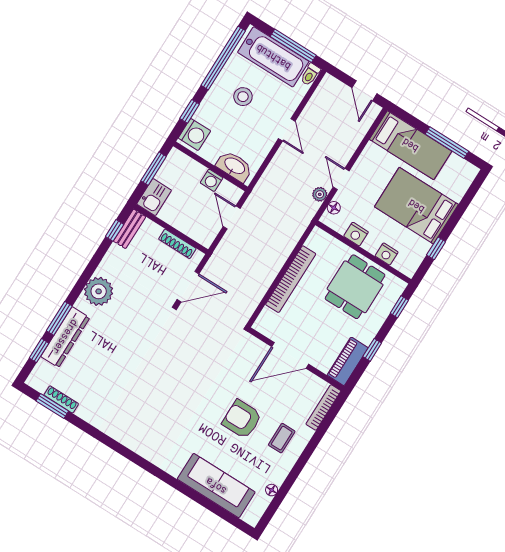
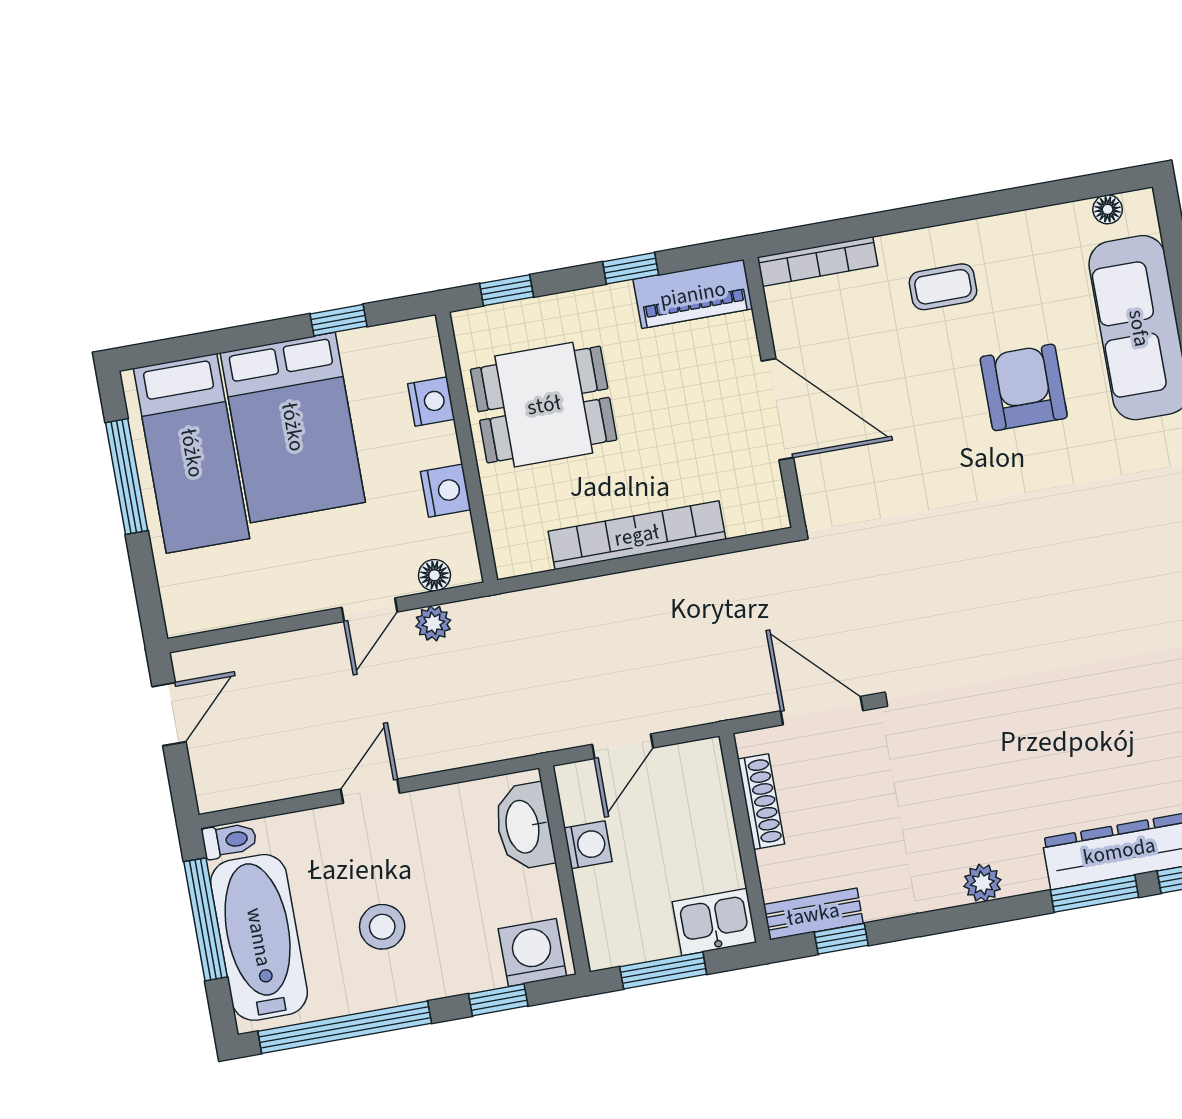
bed: (410, 145) -> (192, 453), moved, turned 180
plant: (99, 291) -> (982, 883), width x0.53, depth x0.53
armchair: (242, 419) -> (1024, 387), moved, turned 180
floor lamp: (272, 490) -> (1108, 209), moved

